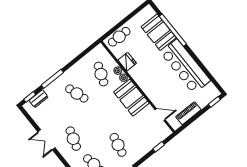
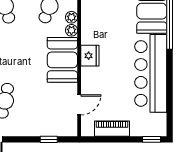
fridge: (127, 62) -> (90, 56), moved
door: (160, 115) -> (79, 105), hinge flipped

